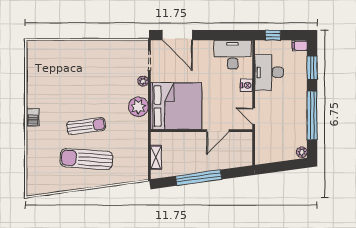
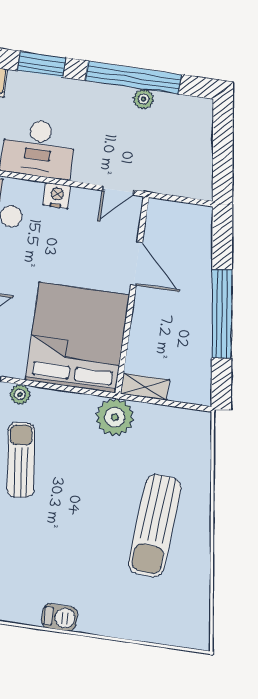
plant: (138, 107) -> (115, 417), moved
sun lounger: (86, 126) -> (21, 460), moved
plant: (302, 152) -> (143, 99), moved
shelving: (156, 157) -> (145, 387), moved

